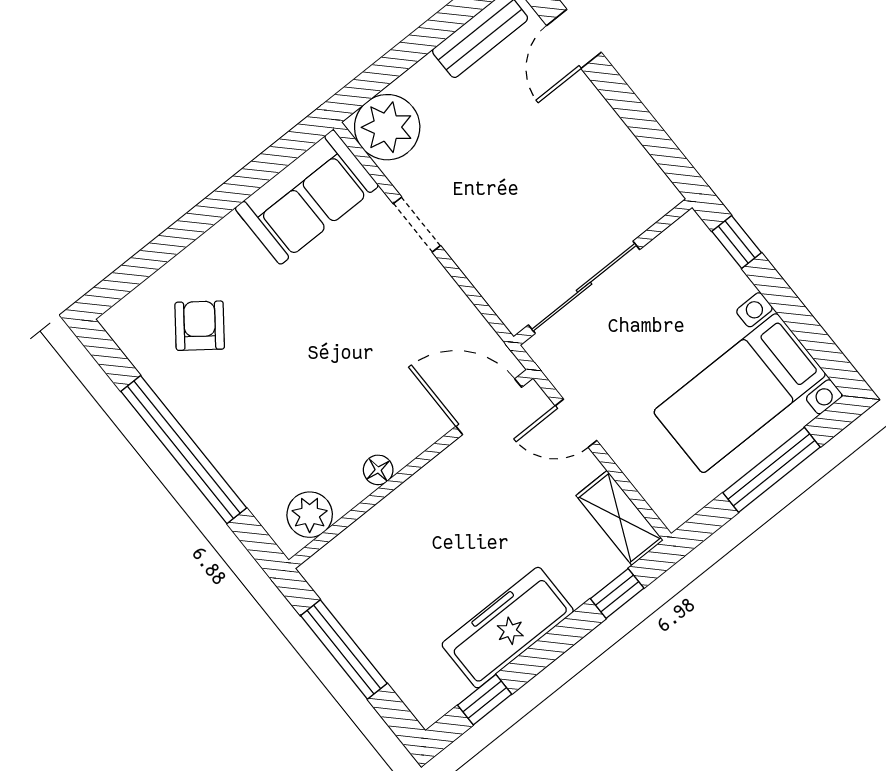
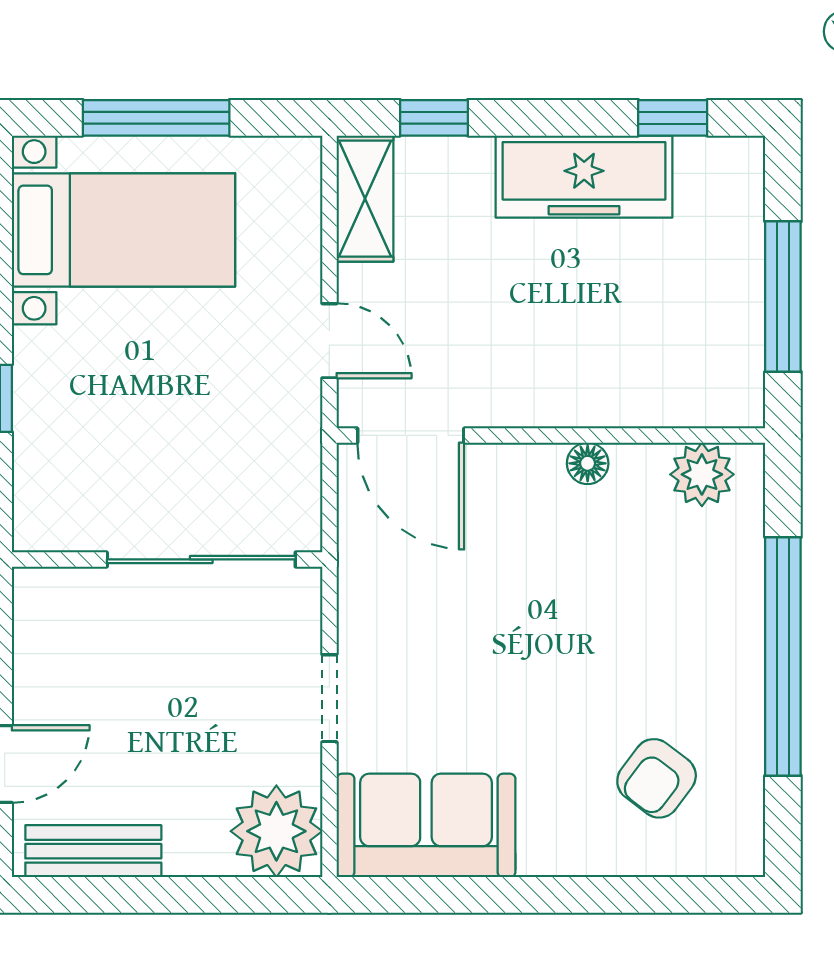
wall: (603, 272) -> (167, 559), moved
sliding door: (584, 287) -> (201, 559), moved

